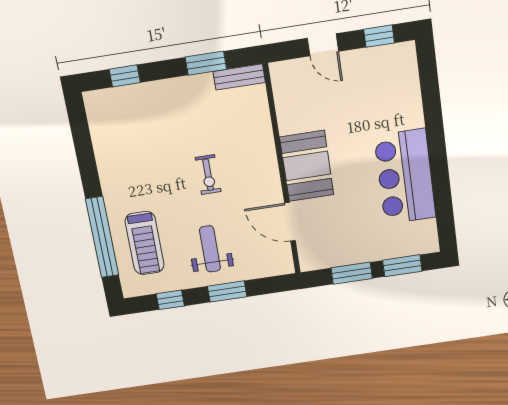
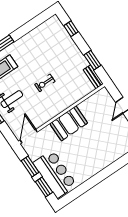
bar counter: (405, 177) -> (55, 174), moved, turned 90
door: (290, 222) -> (29, 136), moved

